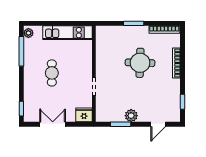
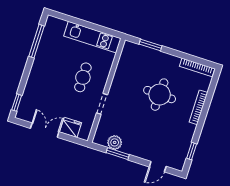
window: (134, 23) -> (151, 45), moved
plant: (28, 33) -> (51, 24), removed
cafe table: (52, 73) -> (83, 77), moved
fridge: (84, 115) -> (71, 127), moved
plant: (131, 116) -> (115, 142), moved

